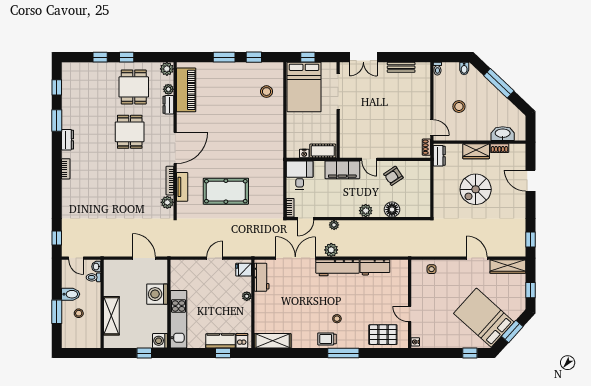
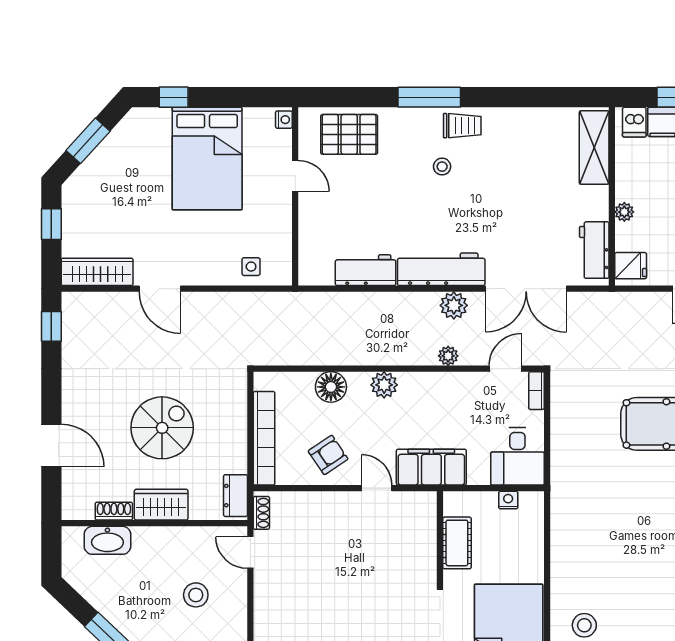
cot: (323, 151) -> (457, 543), moved, turned 90
bookcase: (425, 184) -> (264, 438), added
bed: (484, 318) -> (207, 159), moved, turned 48
shelving: (273, 341) -> (594, 148), moved, turned 90

